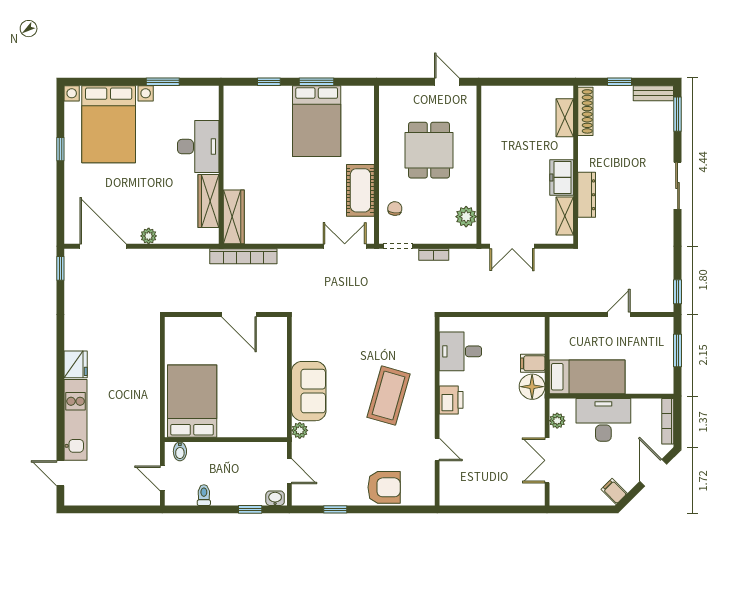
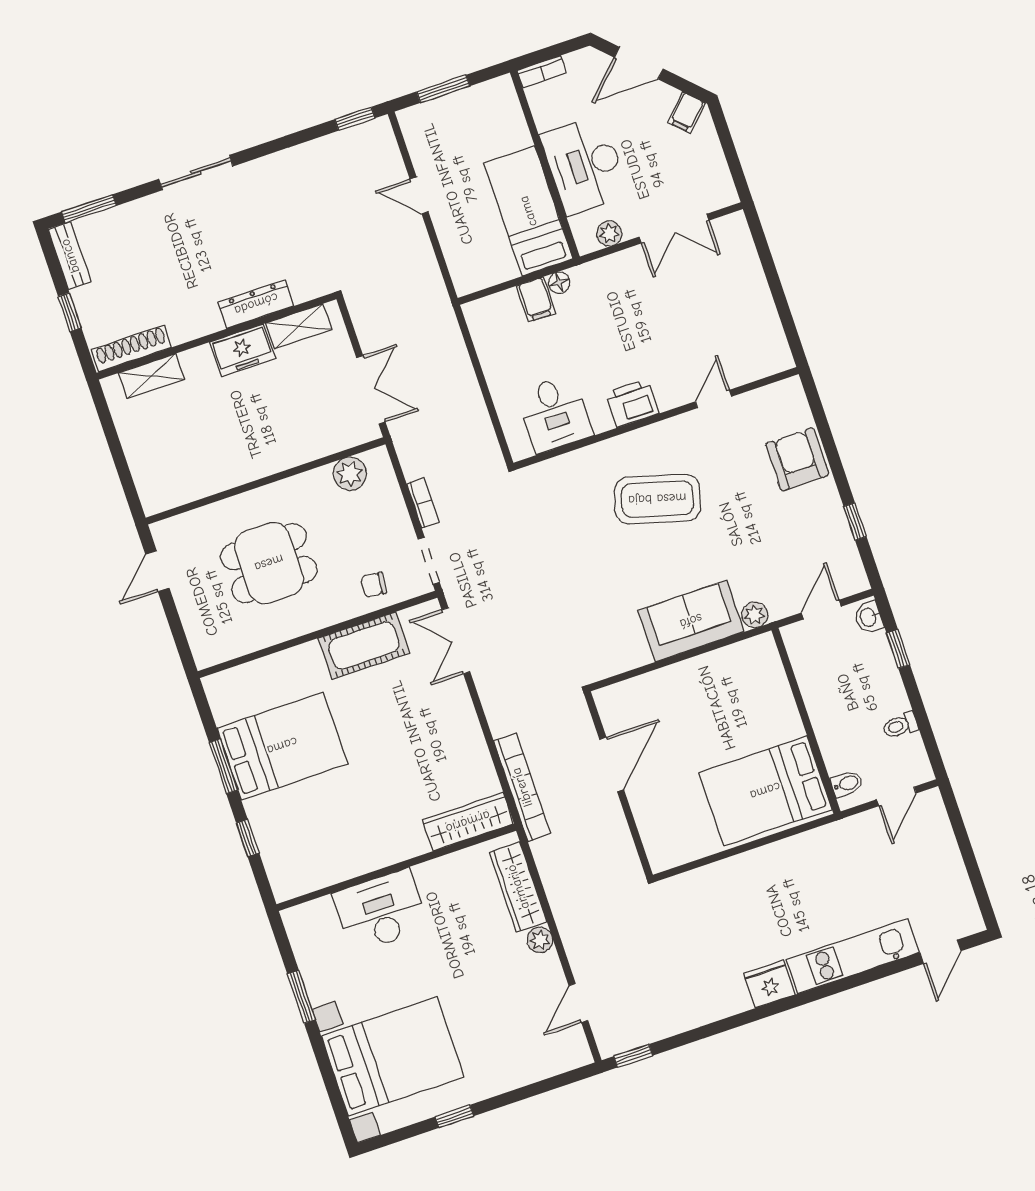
wardrobe: (208, 201) -> (518, 887), moved, turned 90
door: (103, 246) -> (578, 1003), width x0.53
floor lamp: (532, 387) -> (559, 283), width x0.53, depth x0.53
bookcase: (668, 421) -> (542, 72), width x0.64

